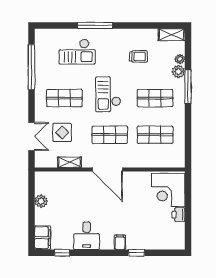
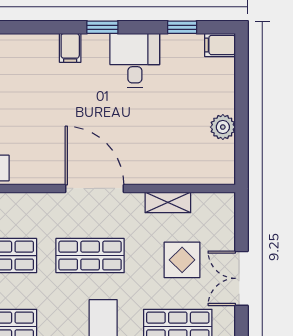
double door: (31, 136) -> (241, 278), moved
filing cabinet: (43, 238) -> (220, 45), width x0.50
window: (136, 253) -> (102, 27), moved

